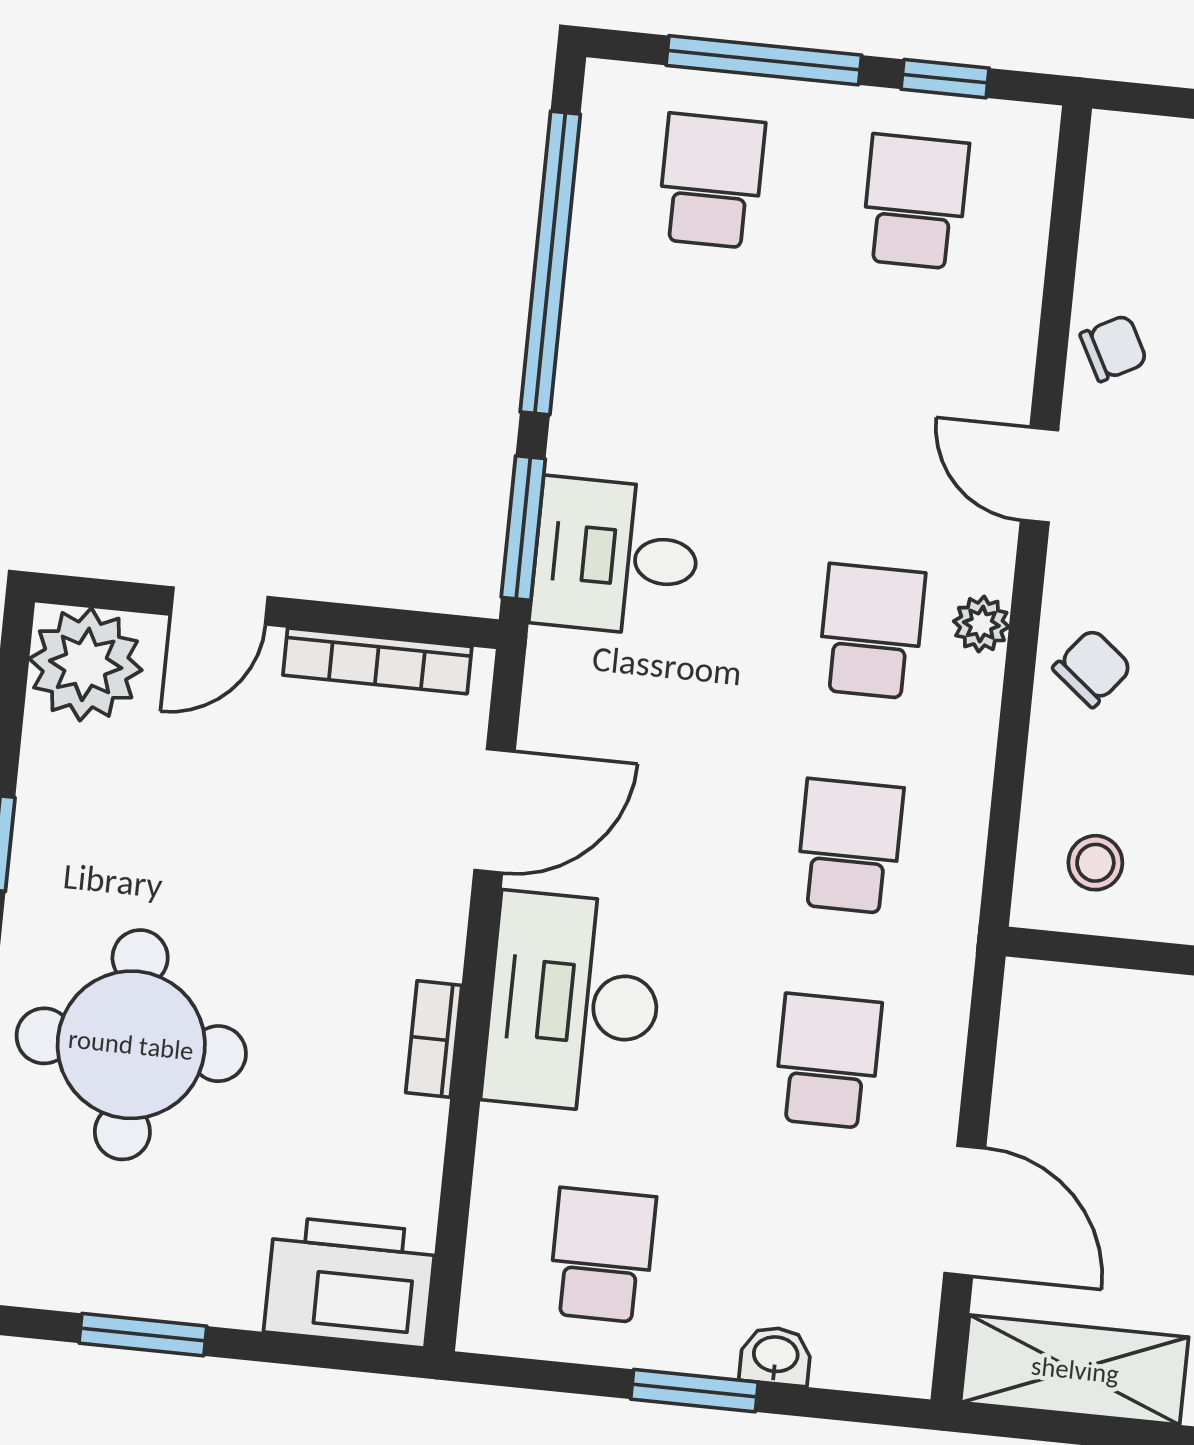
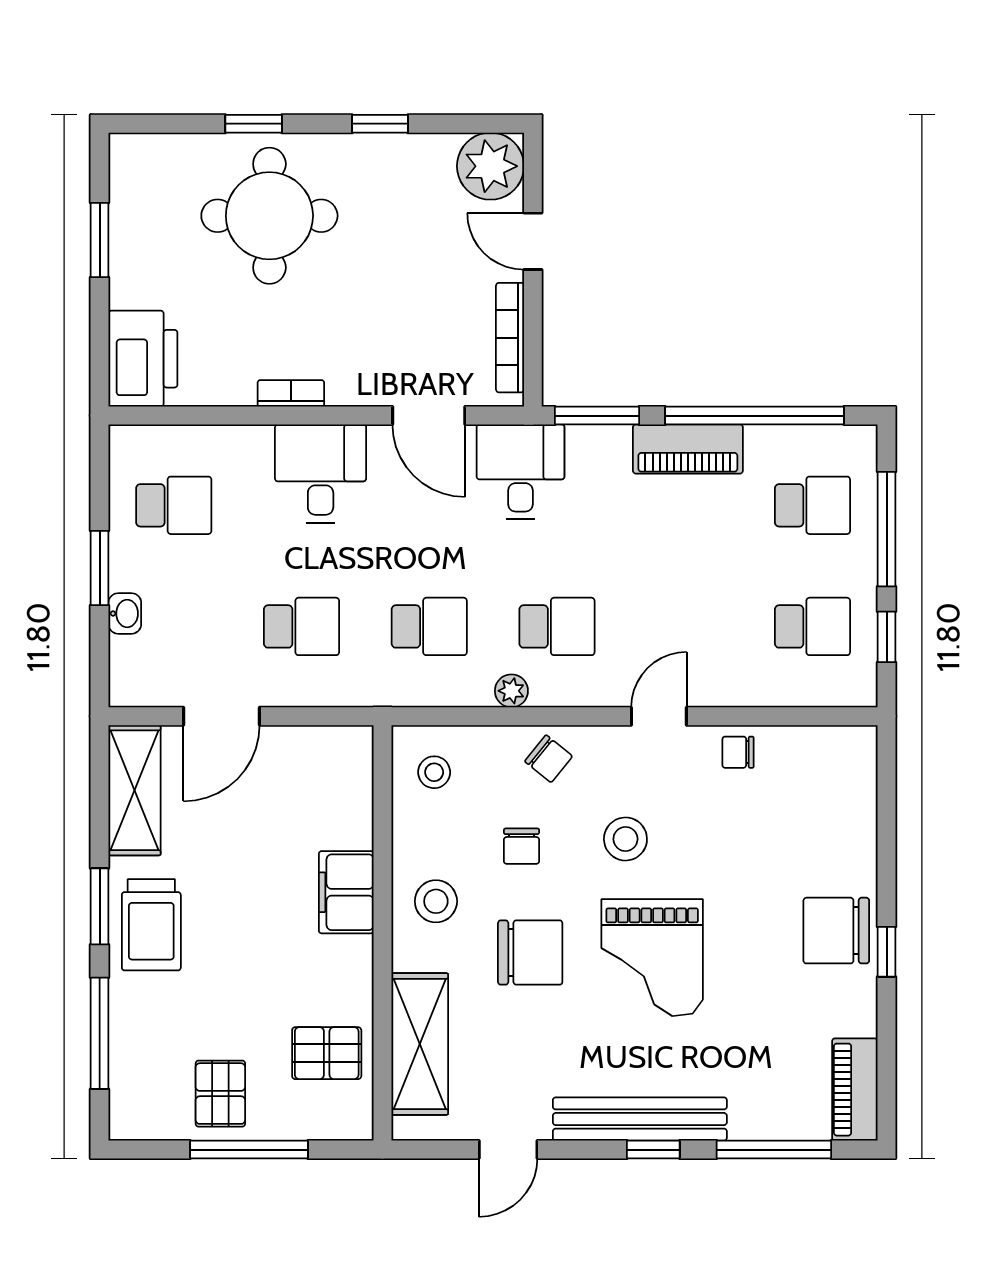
chair: (1114, 348) -> (738, 752), turned 118
piano: (595, 381) -> (688, 449), added
desk: (616, 557) -> (520, 472), moved
plant: (981, 624) -> (511, 691), moved
desk: (574, 1003) -> (321, 474), width x0.73

